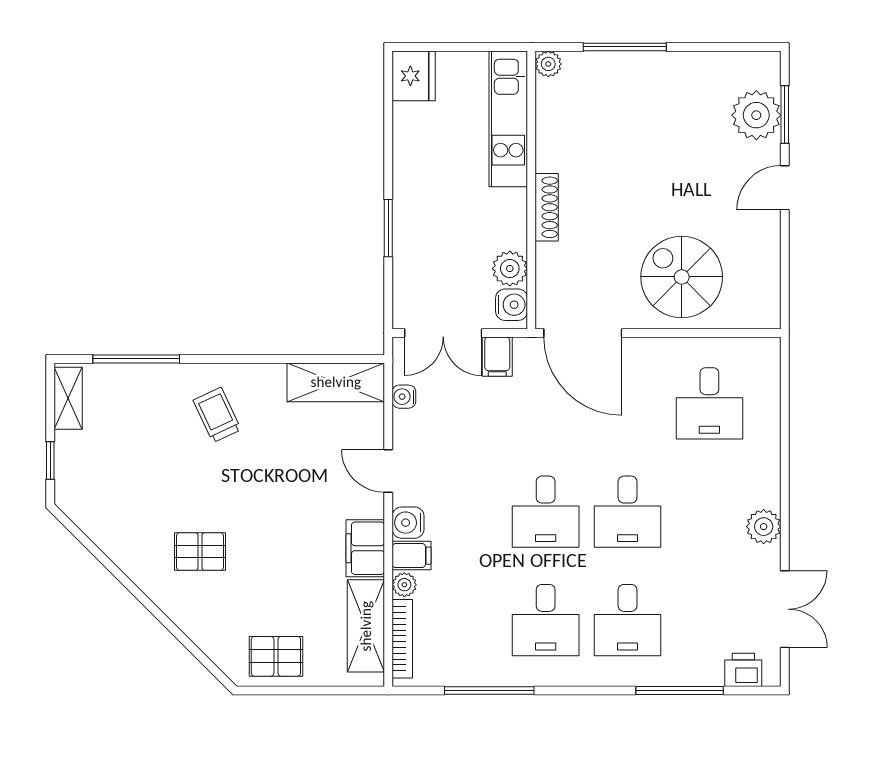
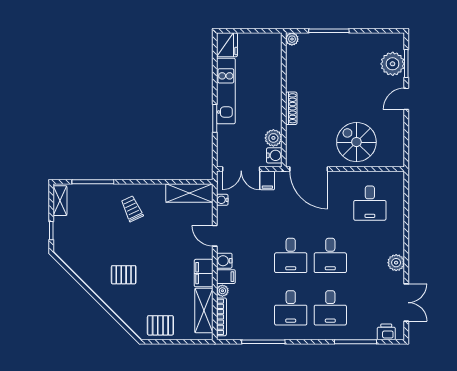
kitchen unit: (508, 119) -> (226, 91), moved, turned 180

